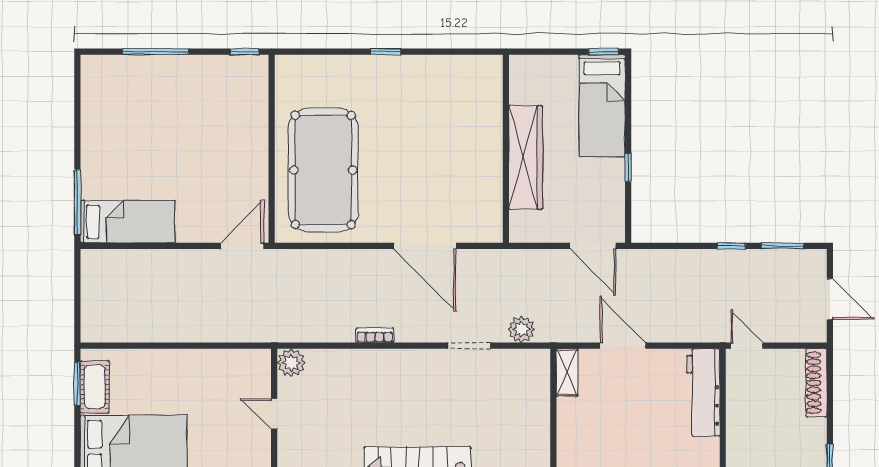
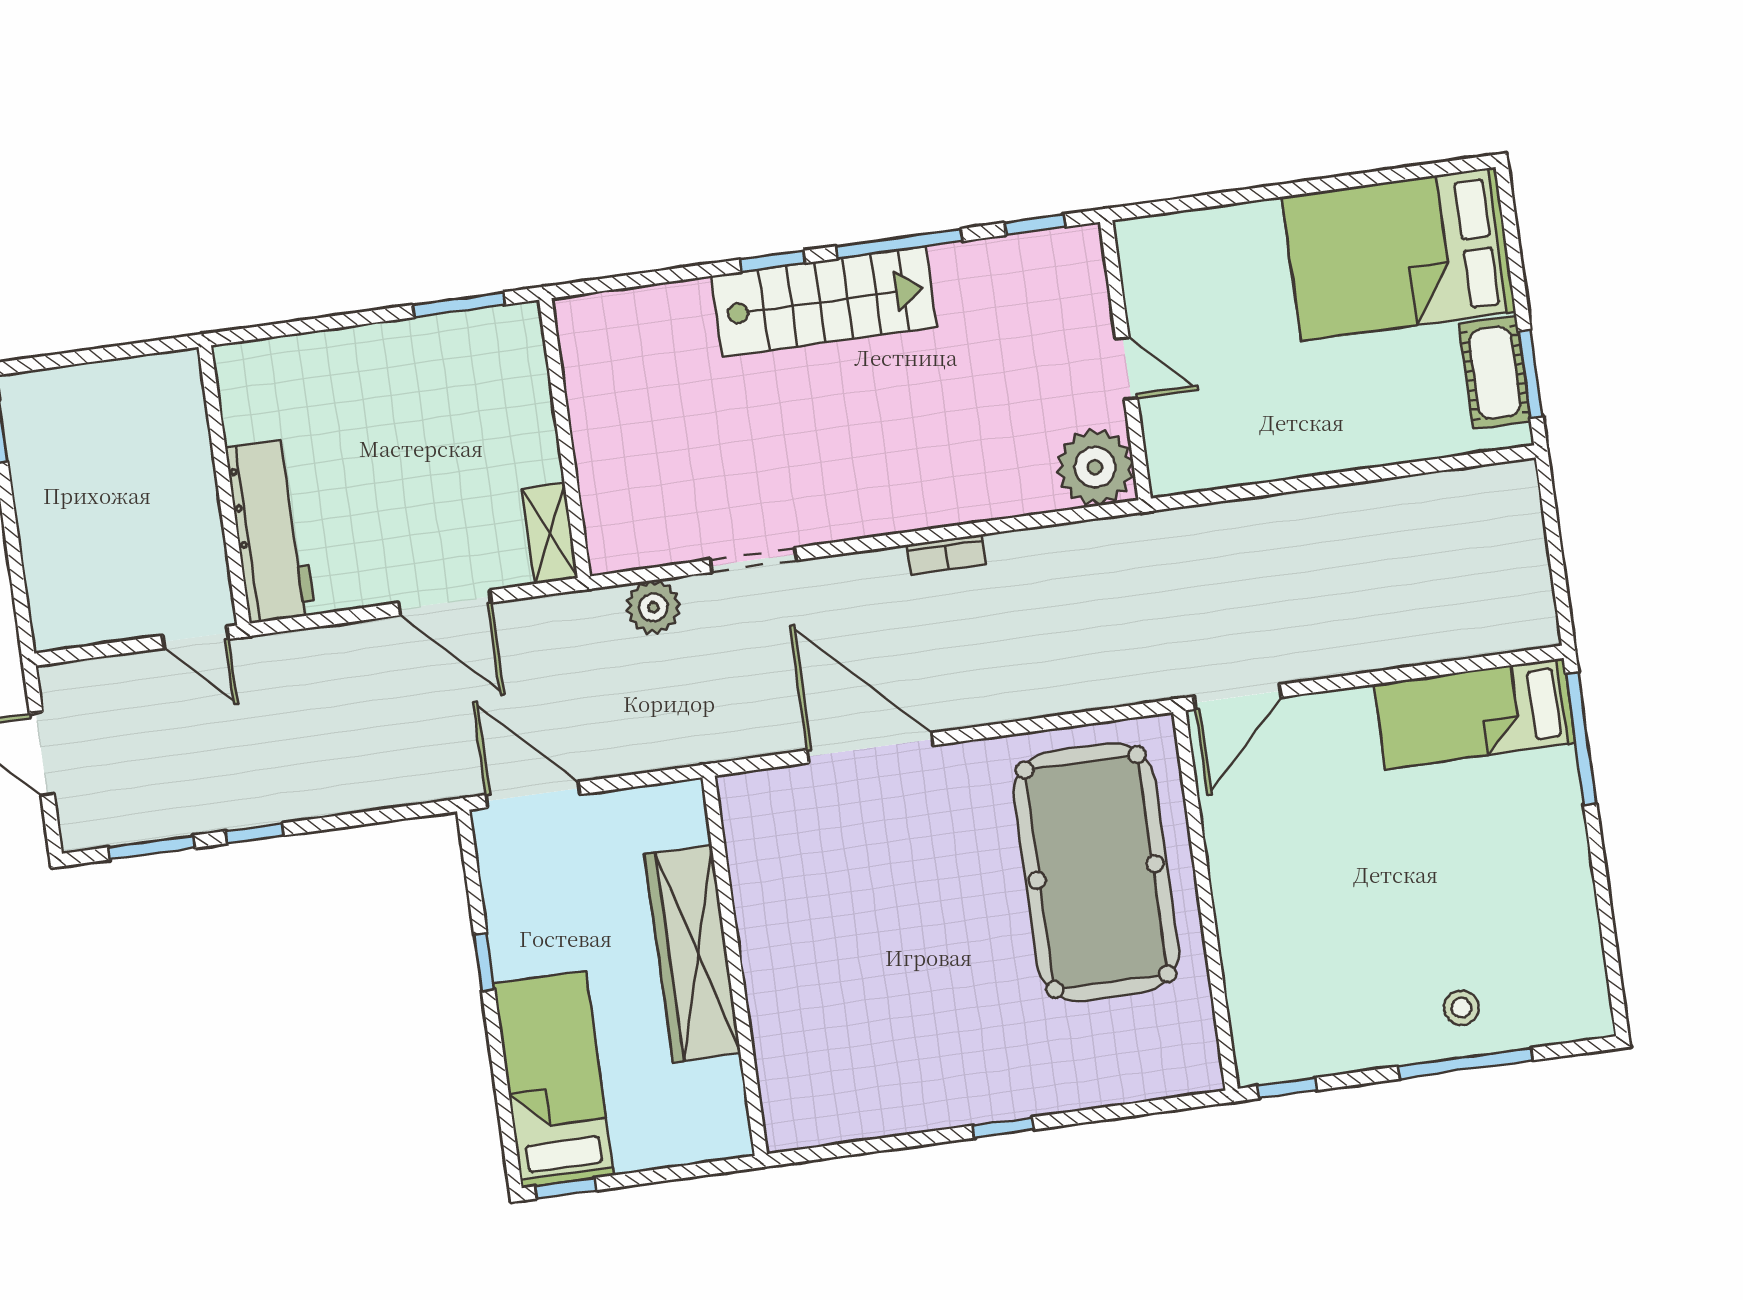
stool: (154, 79) -> (1461, 1008), added
plant: (291, 363) -> (1095, 467), width x1.36, depth x1.36
shoe rack: (816, 383) -> (46, 582), removed

